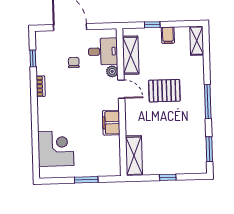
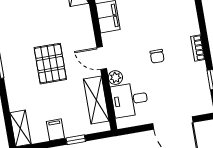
chair: (74, 62) -> (157, 56), moved
pallet: (164, 91) -> (50, 64), turned 90

